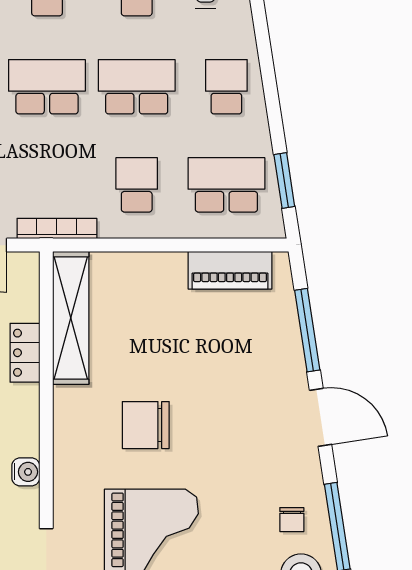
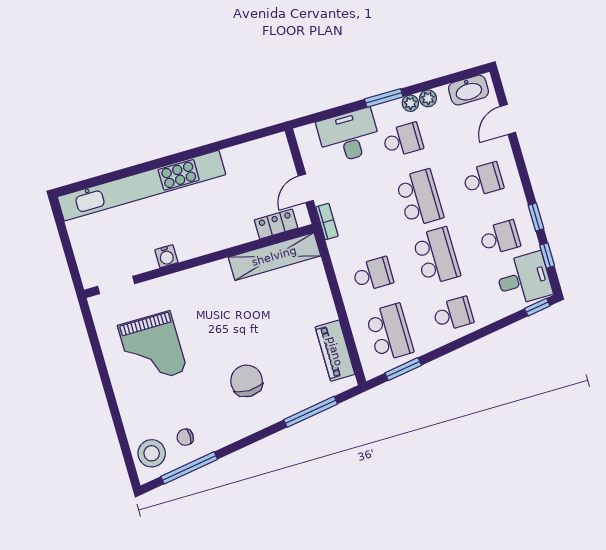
bookcase: (57, 228) -> (327, 222), width x0.64
locker: (25, 353) -> (276, 224), moved
door: (321, 417) -> (257, 437), removed
chair: (146, 425) -> (247, 381), moved

